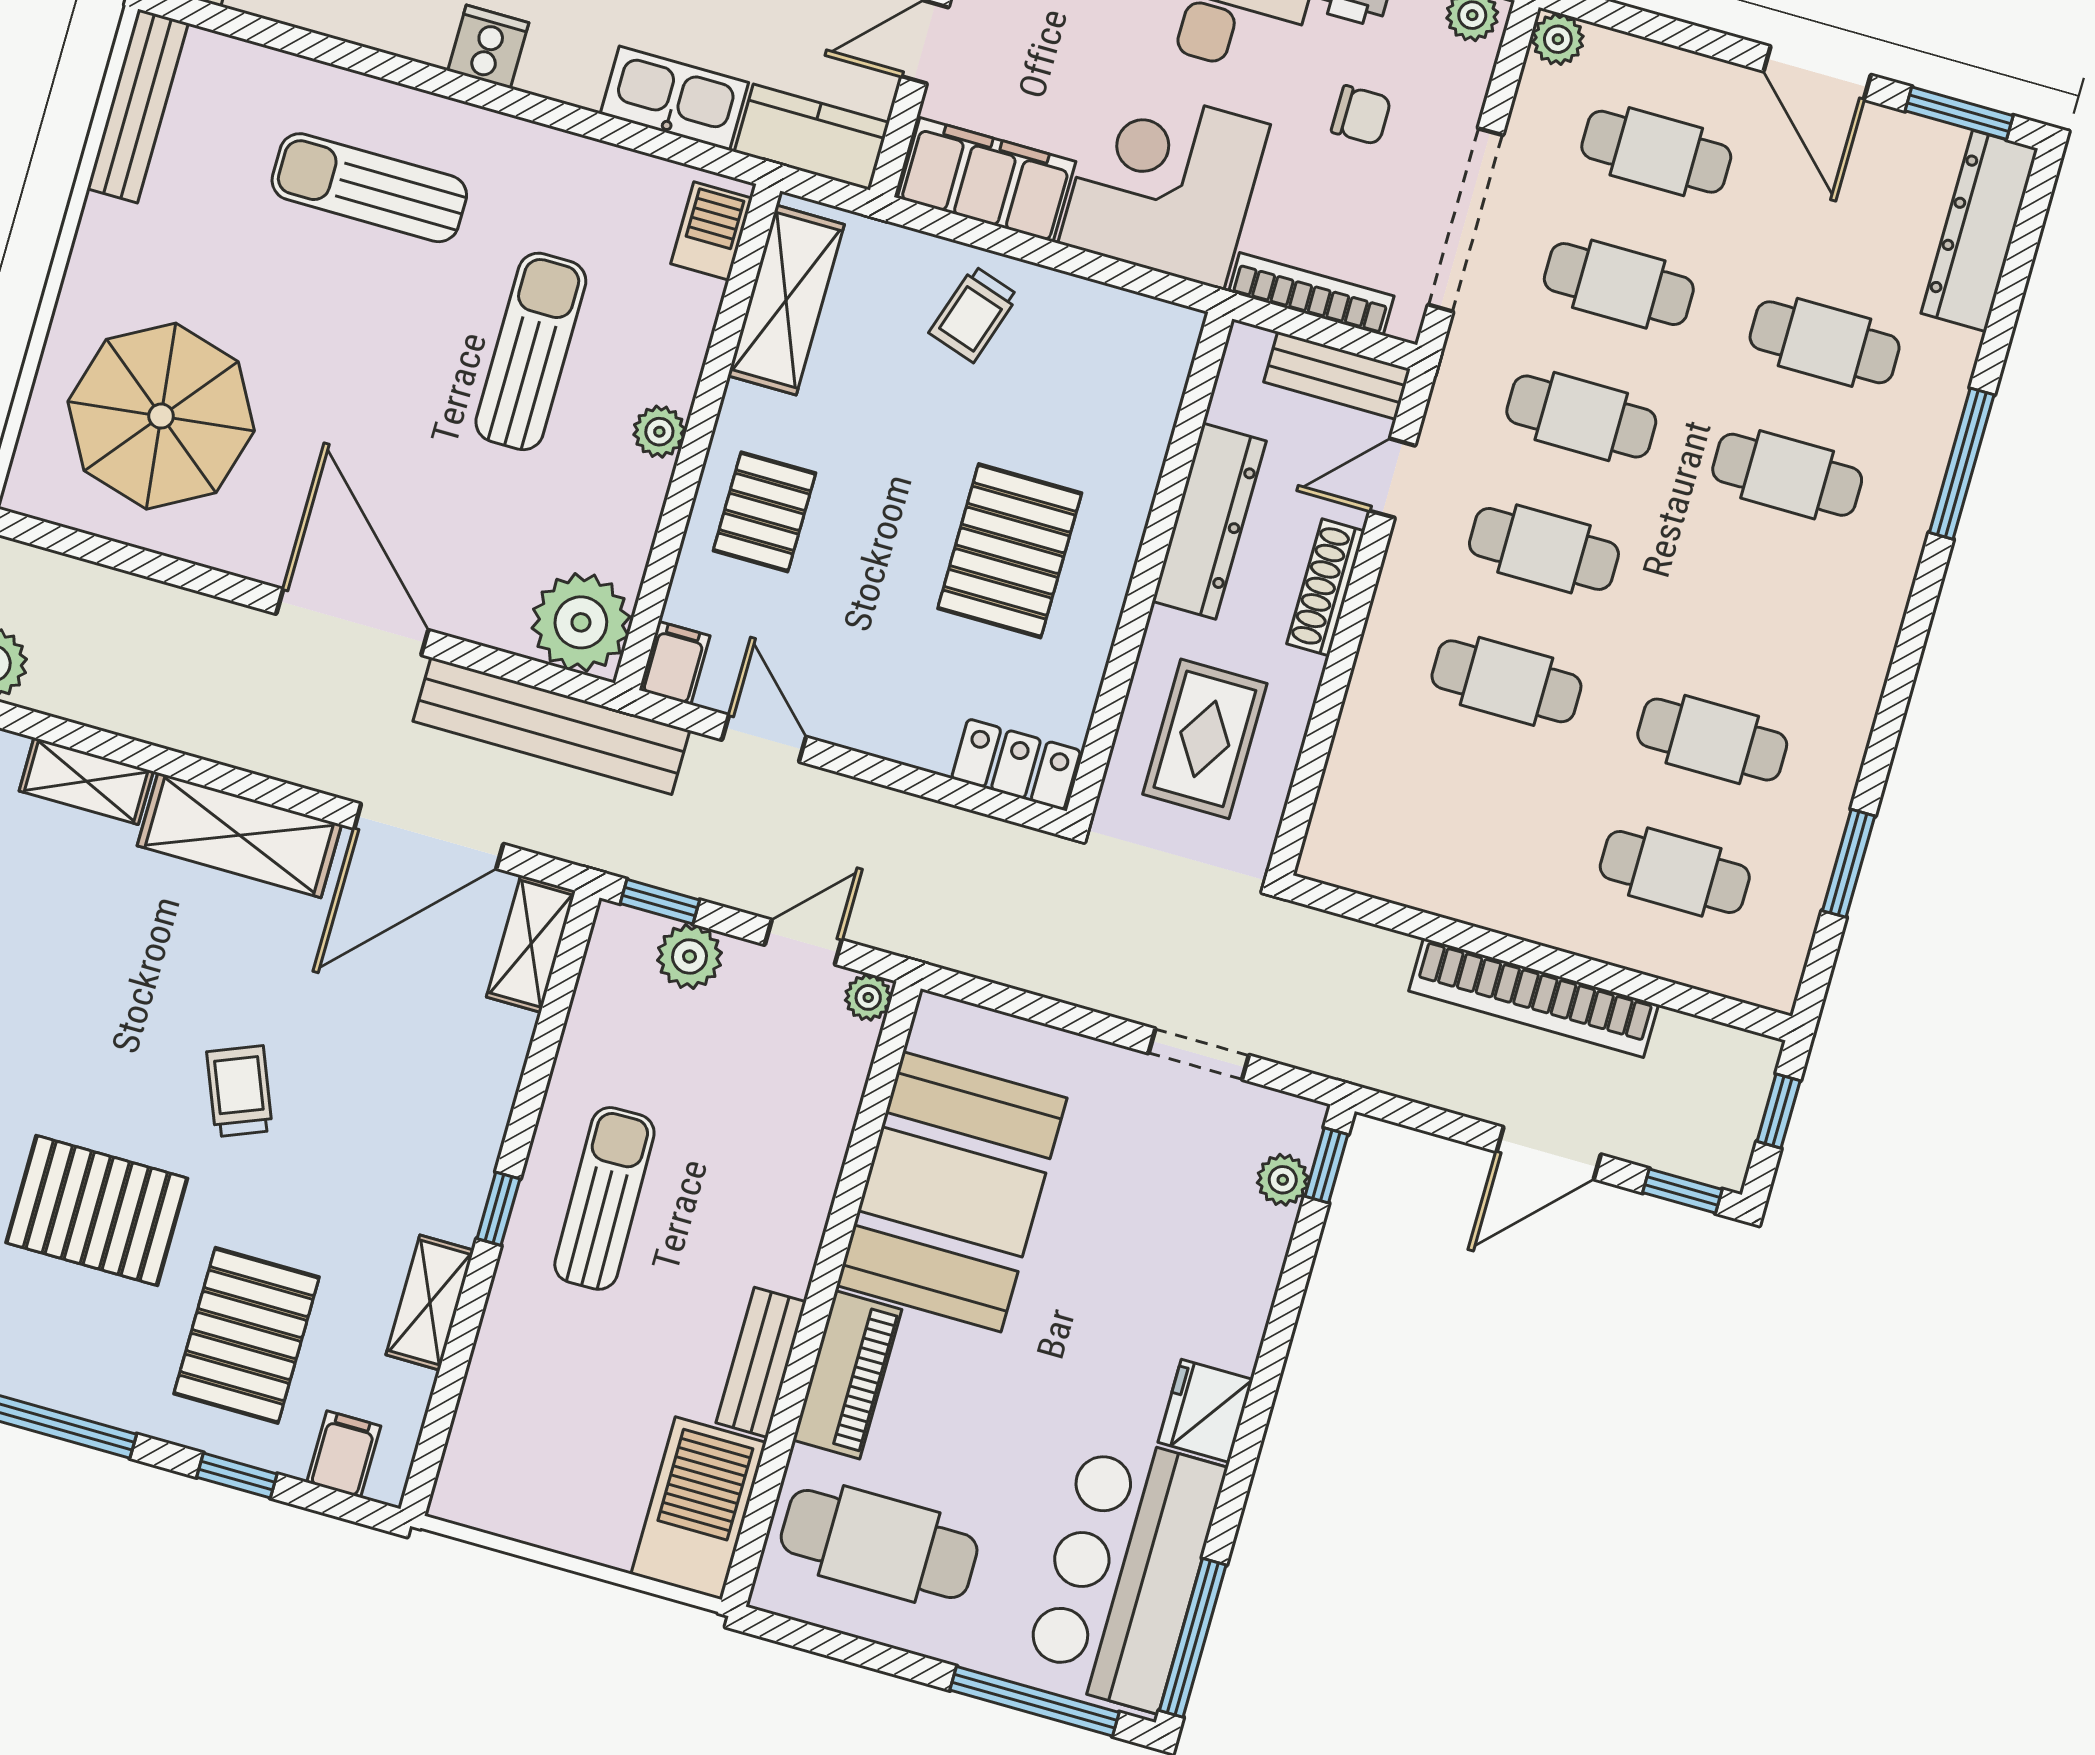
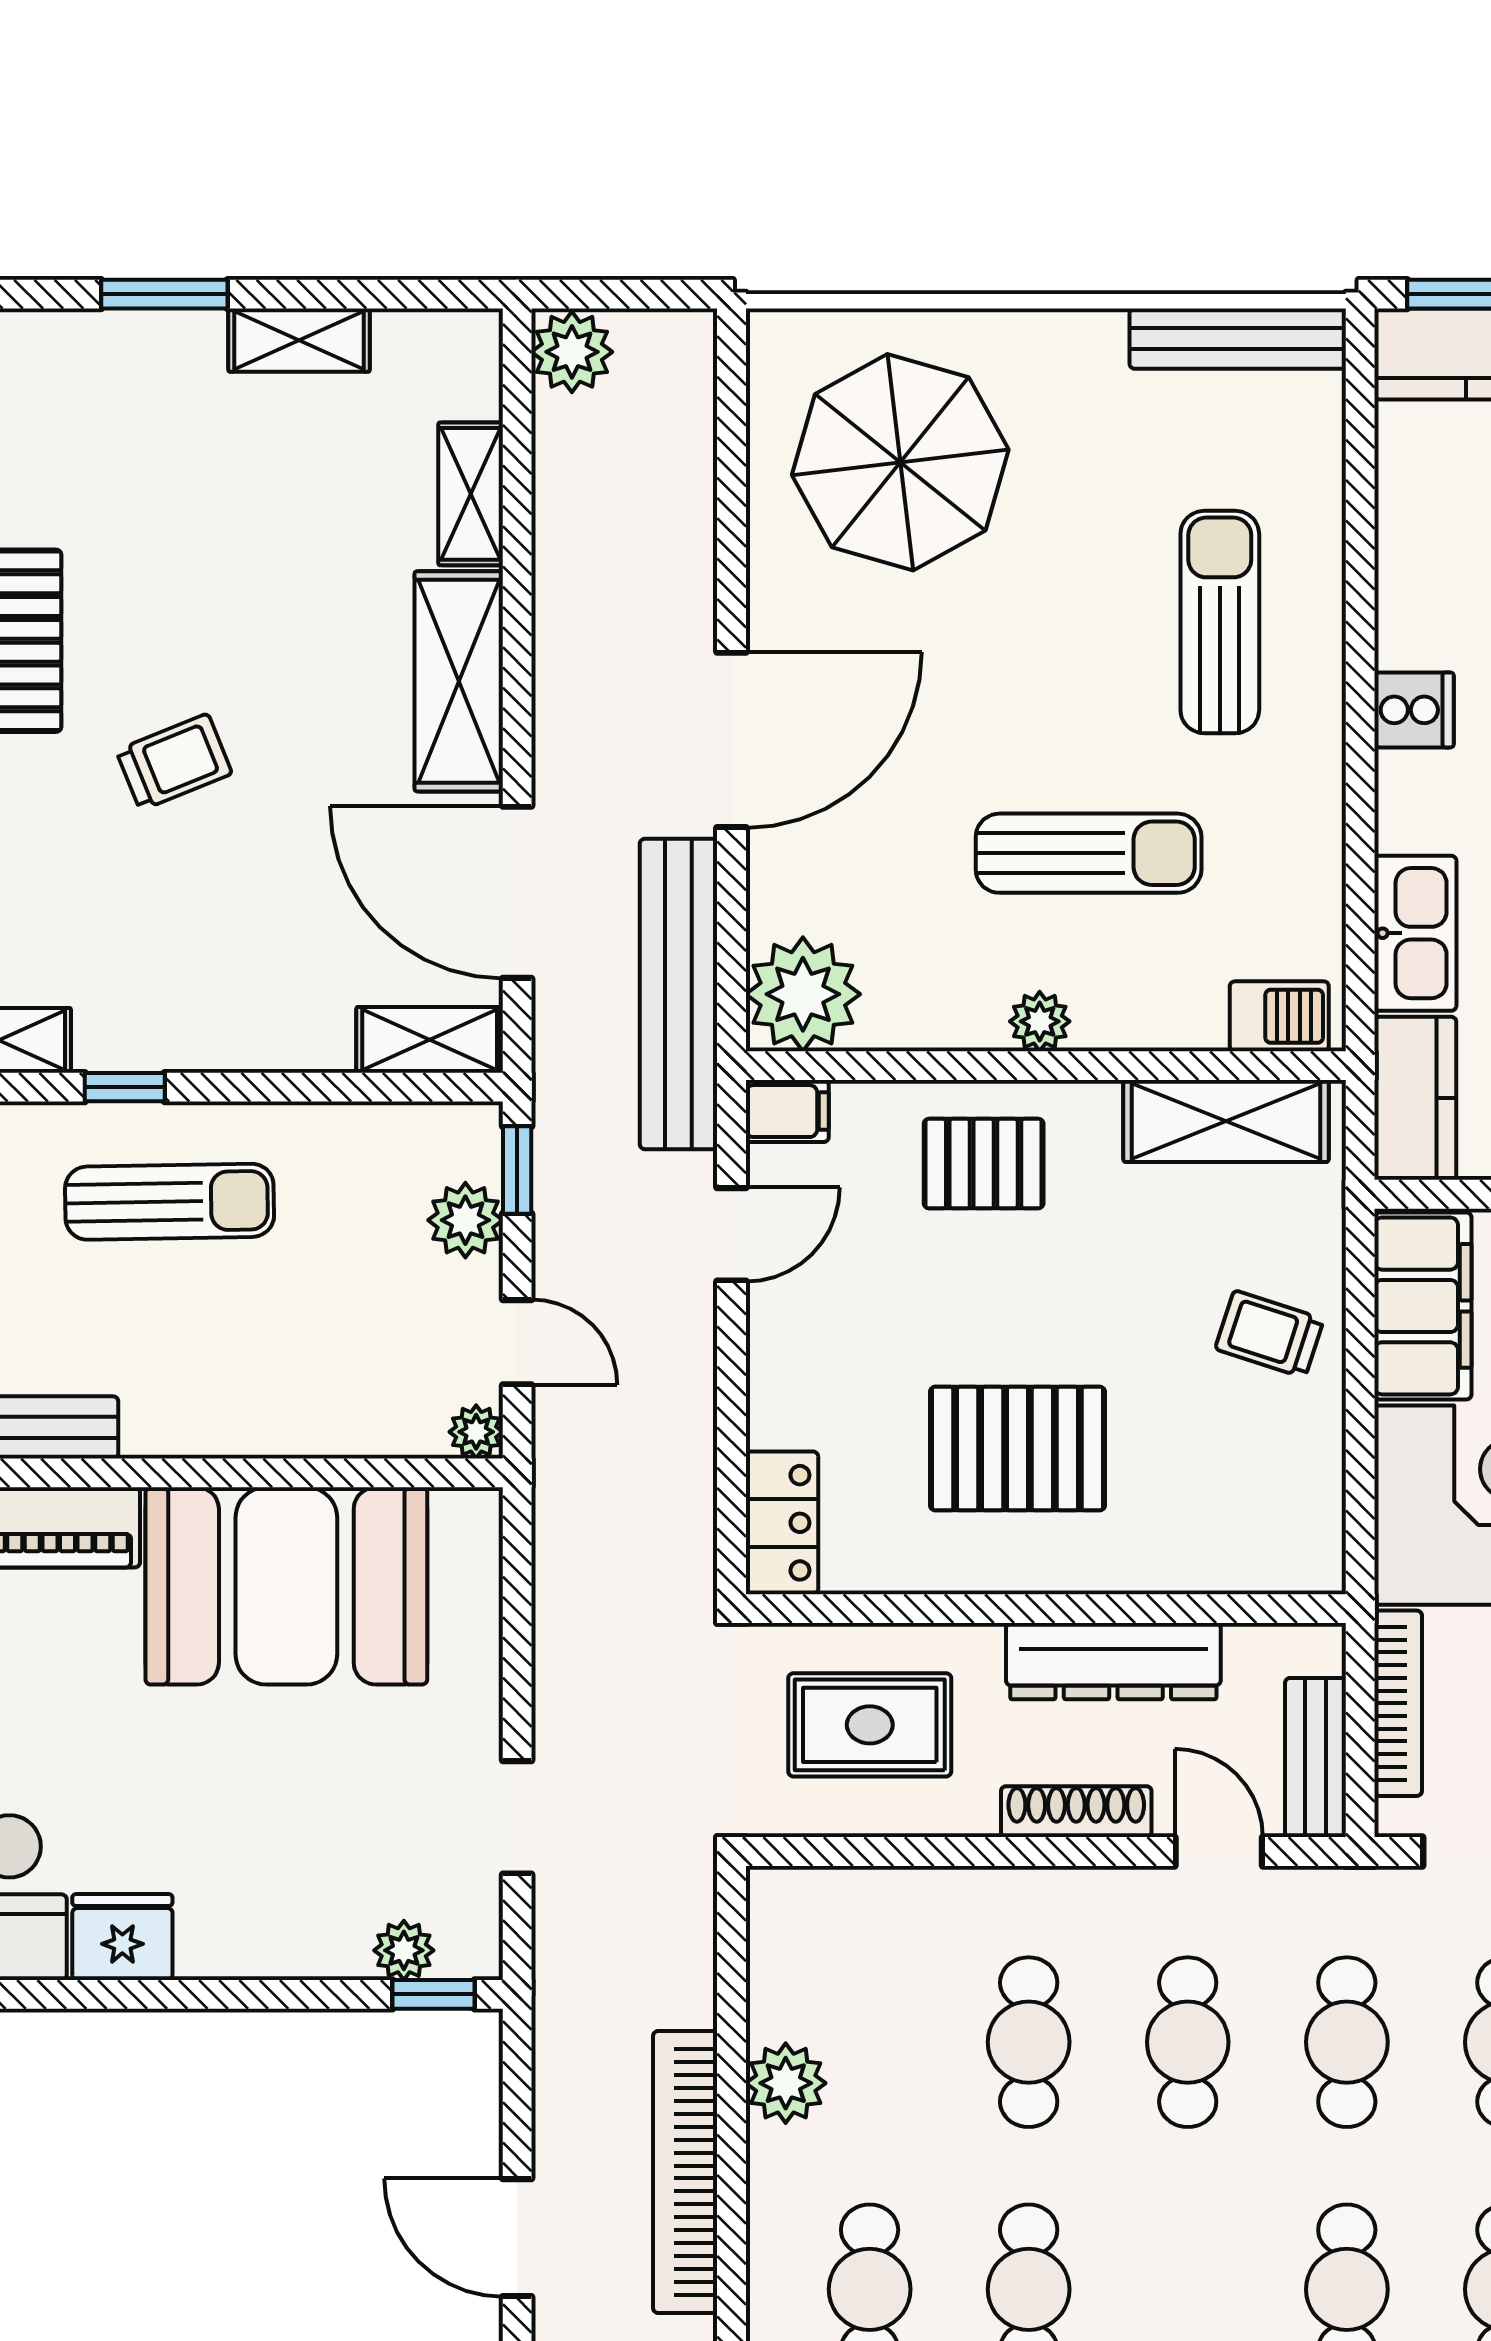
plant: (1483, 893) -> (786, 2083), added

